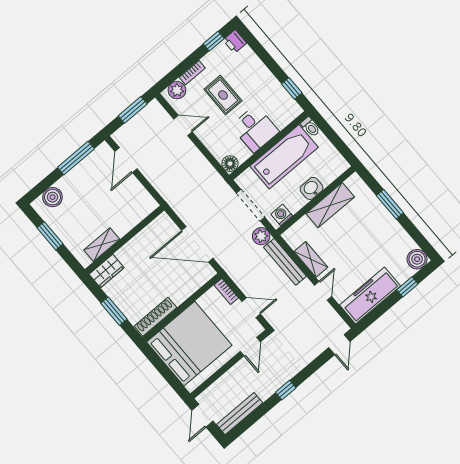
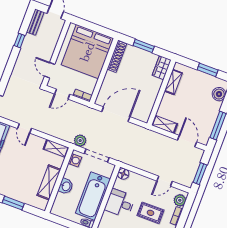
shelving: (143, 197) -> (165, 124), added
shelving: (311, 259) -> (56, 148), moved
bench: (285, 262) -> (57, 133), removed
window: (286, 390) -> (20, 41), moved
bench: (240, 414) -> (35, 22), width x0.73

